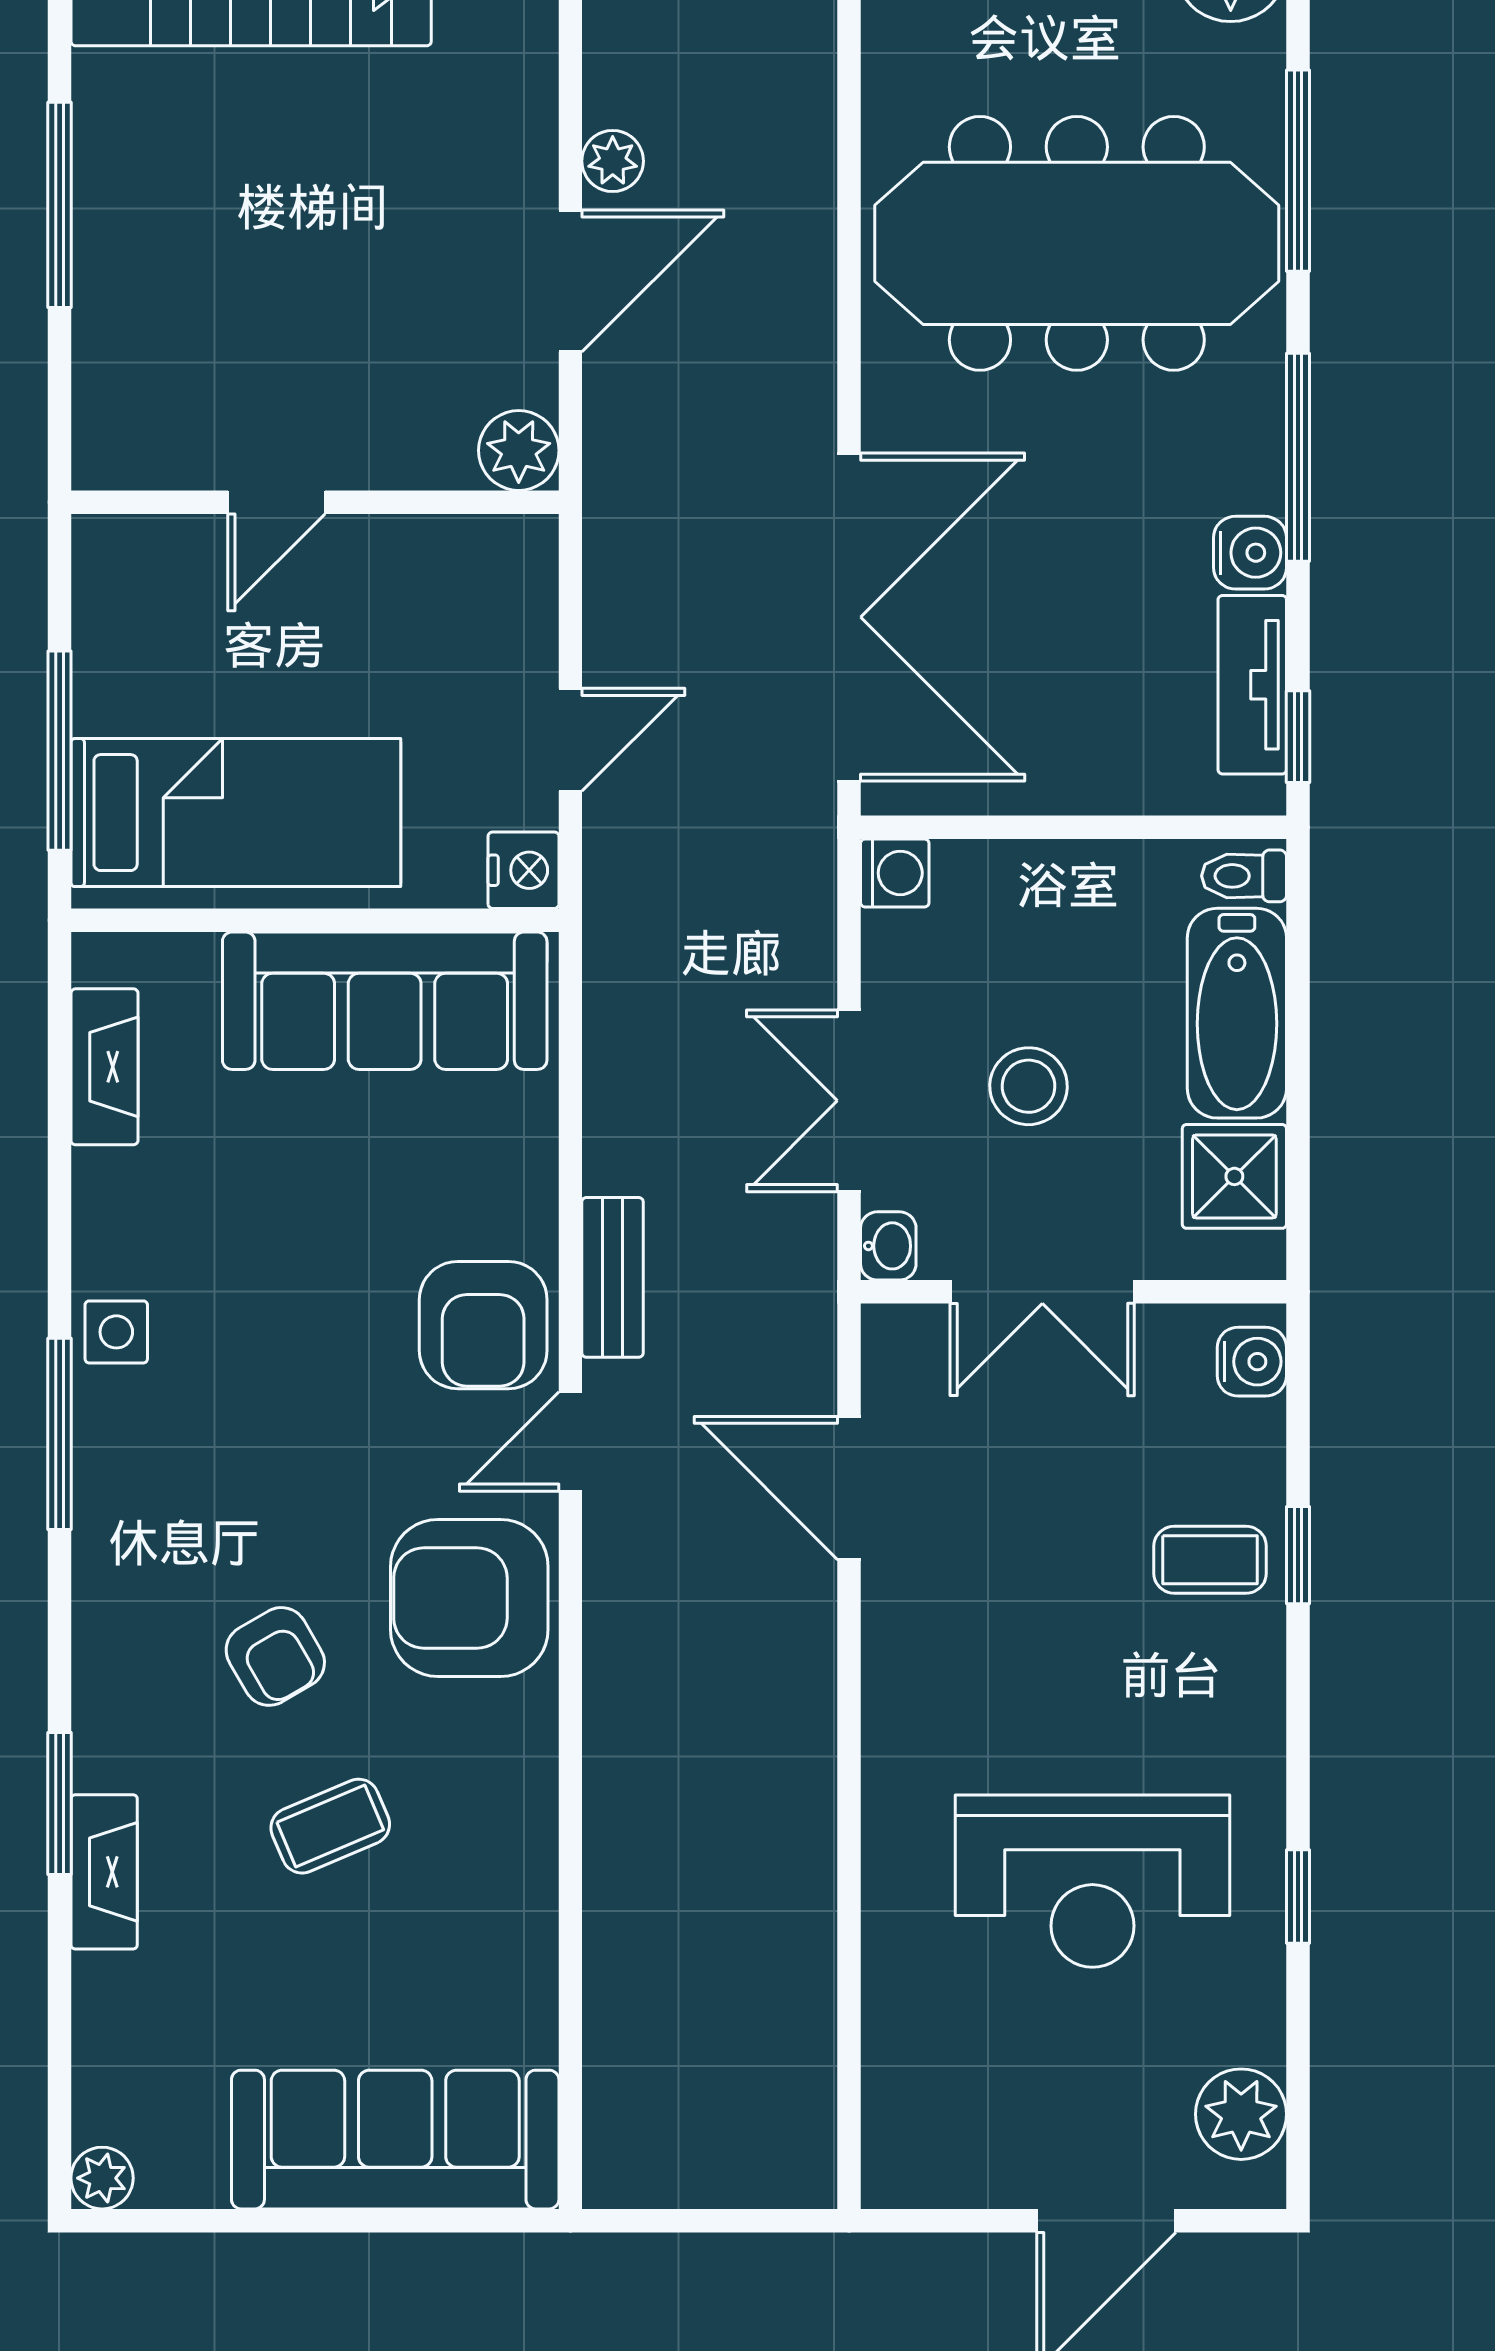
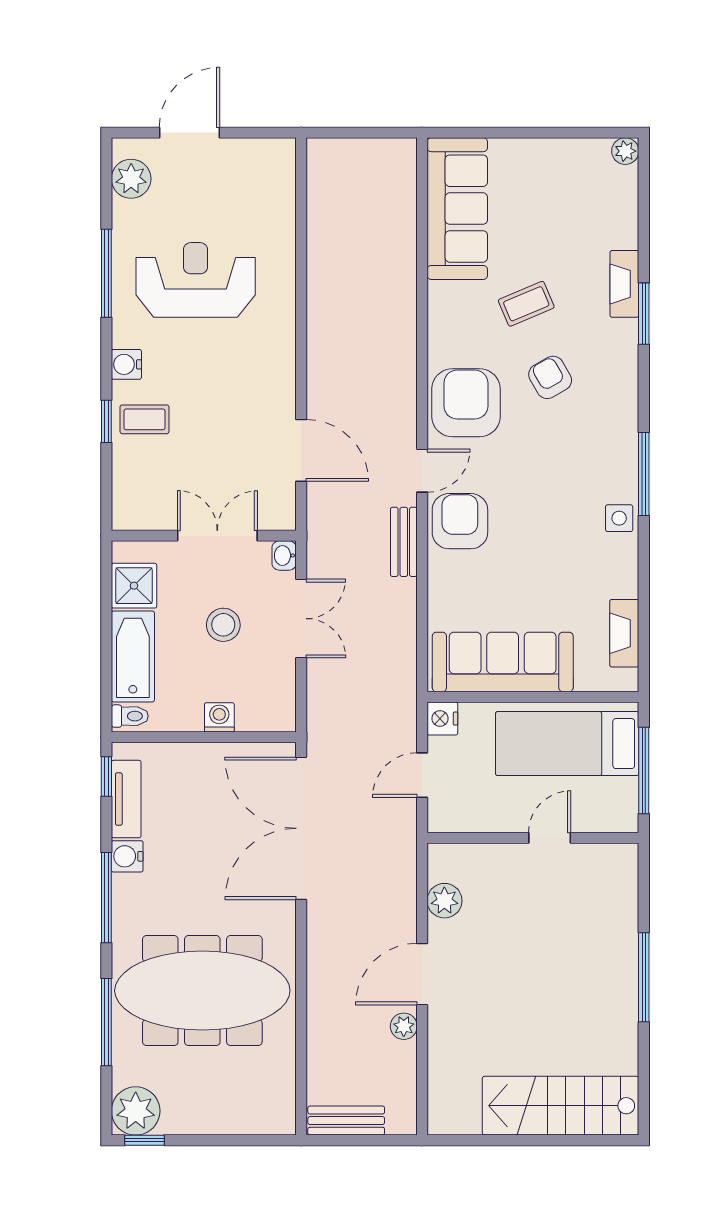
window: (59, 205) -> (644, 977), moved
door: (276, 502) -> (550, 838), moved
wall: (315, 502) -> (533, 838), moved
washing machine: (895, 873) -> (219, 717), moved, turned 90
water cooler: (1252, 1362) -> (126, 364), moved
armchair: (469, 1598) -> (466, 403), turned -90
window: (1298, 1897) -> (106, 273), width x2.17
sofa: (395, 2140) -> (457, 209), moved, turned -90

